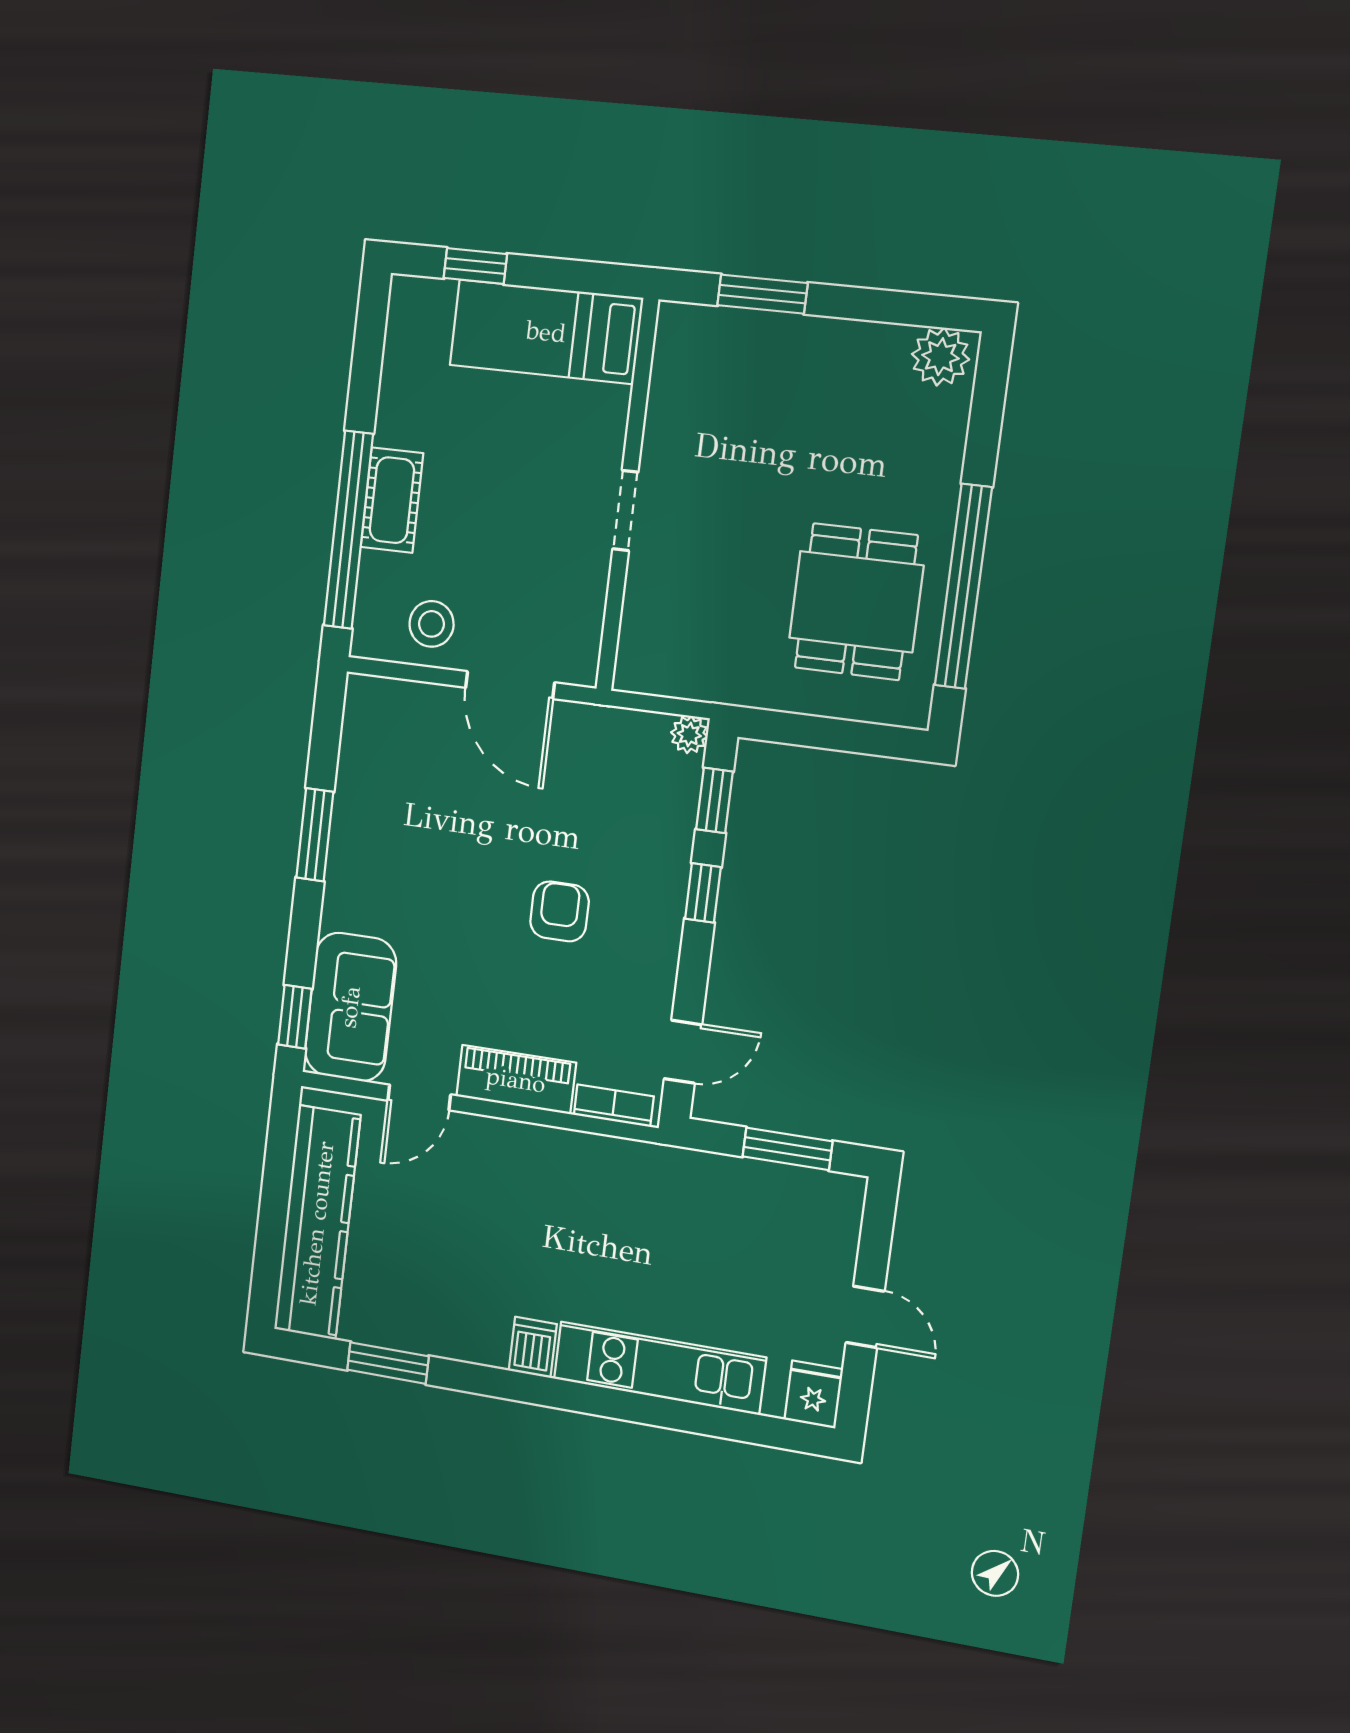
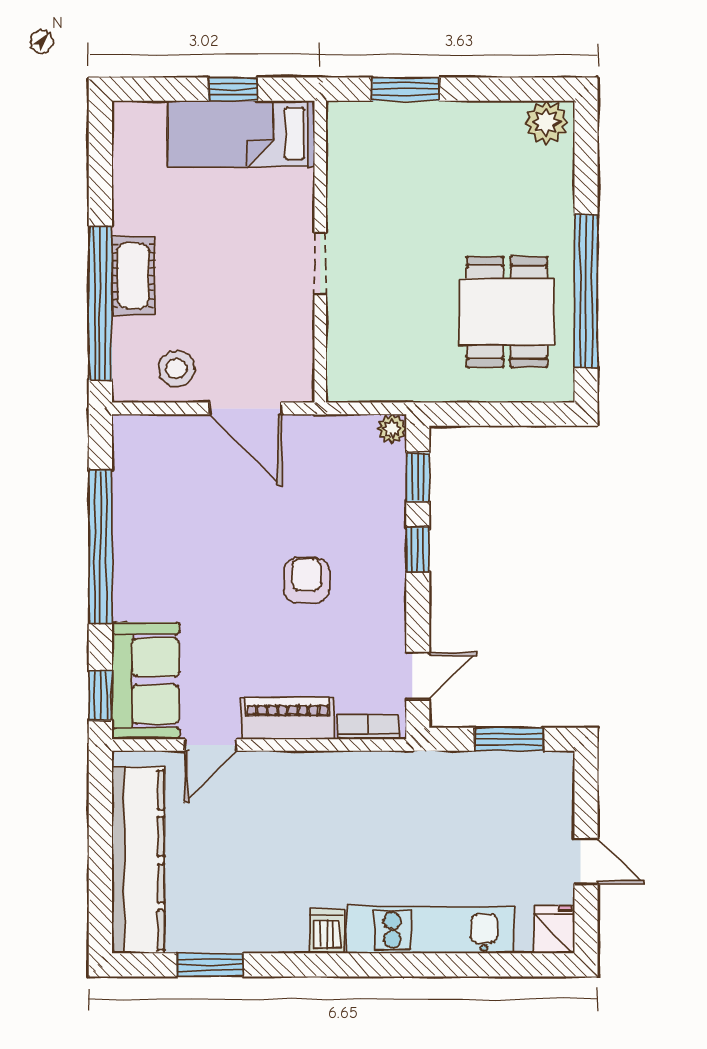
window: (475, 266) -> (233, 89), moved
window: (315, 835) -> (100, 547), width x2.11

